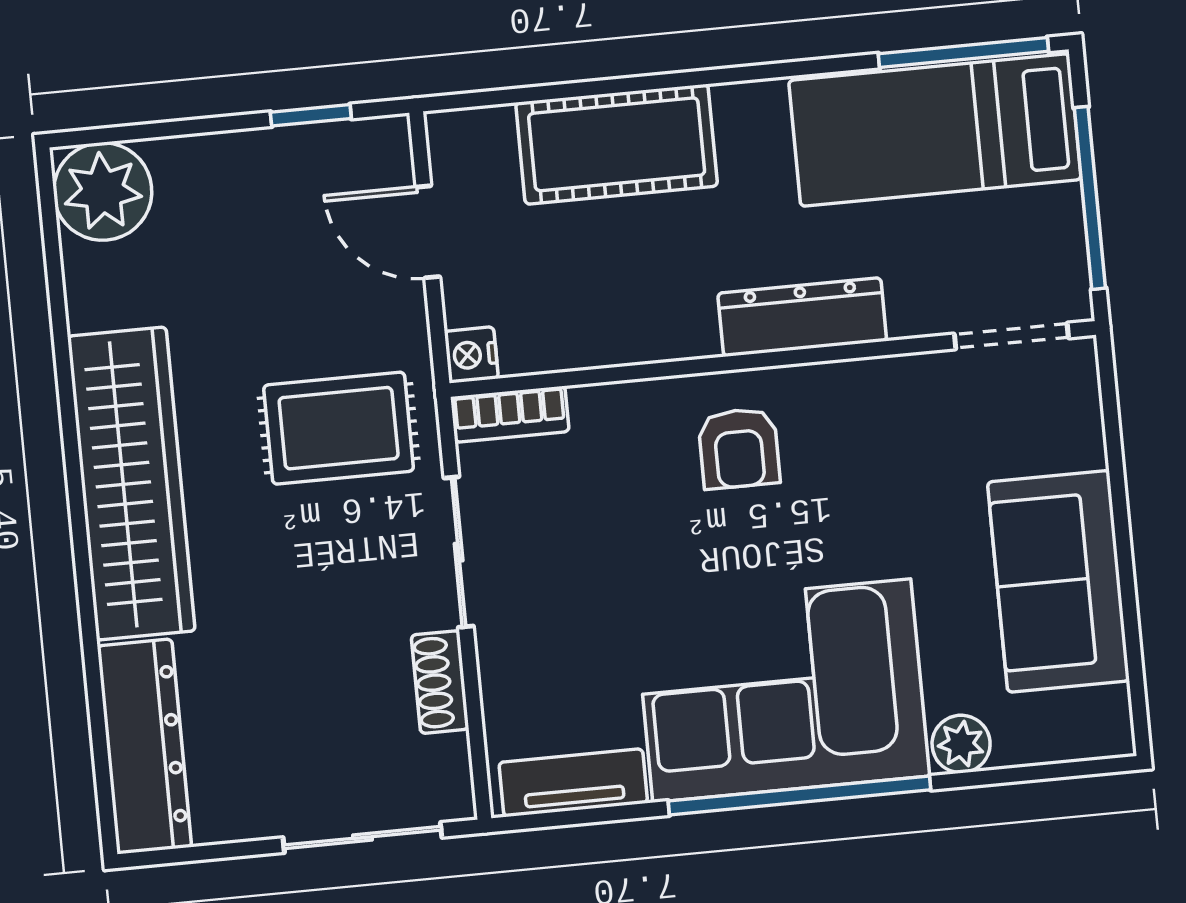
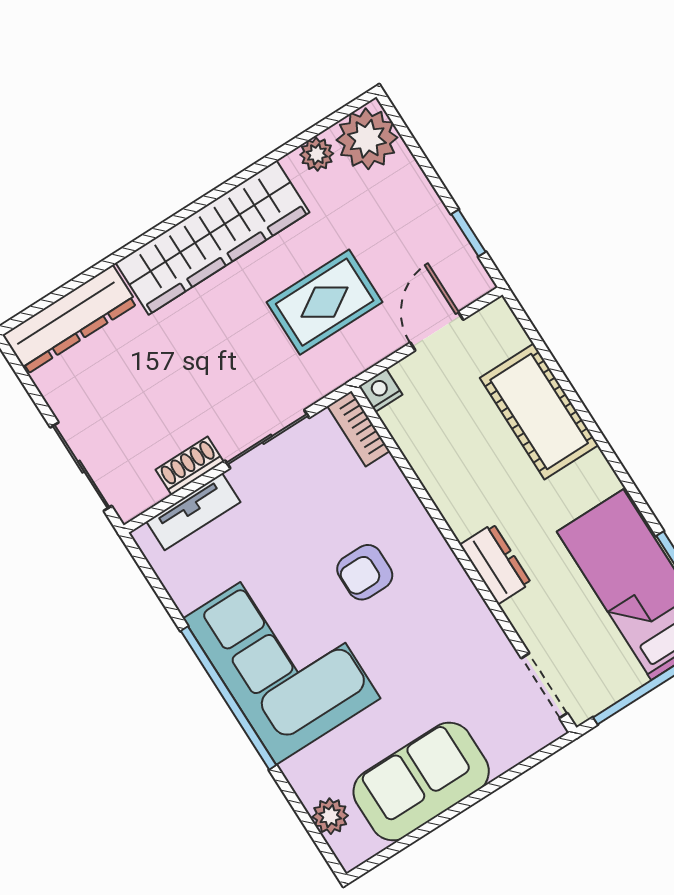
plant: (88, 274) -> (317, 154), added
dresser: (802, 317) -> (496, 564), width x0.70
rug: (339, 428) -> (325, 302), moved, turned 90
armchair: (739, 448) -> (365, 572), moved
plant: (961, 744) -> (330, 816), moved
tv unit: (573, 783) -> (193, 512), moved, turned 90

